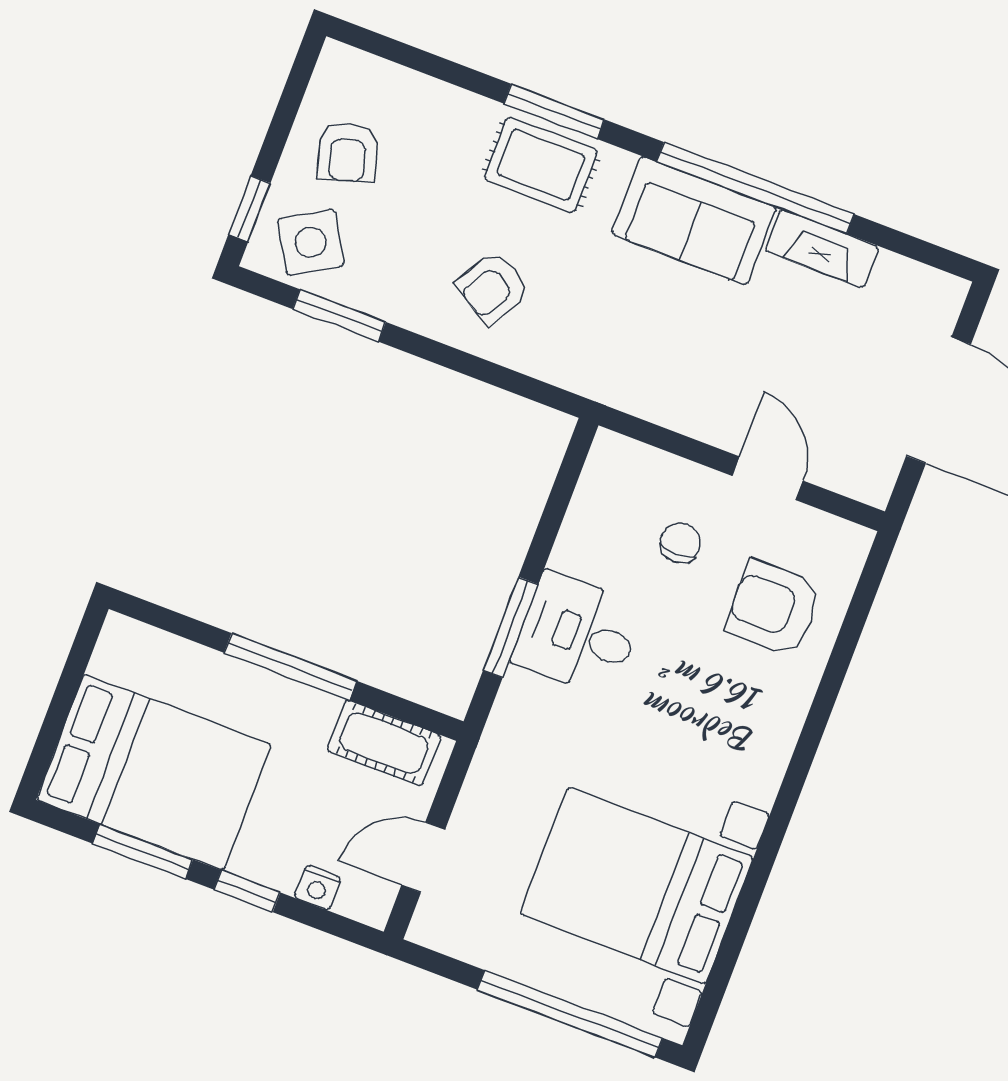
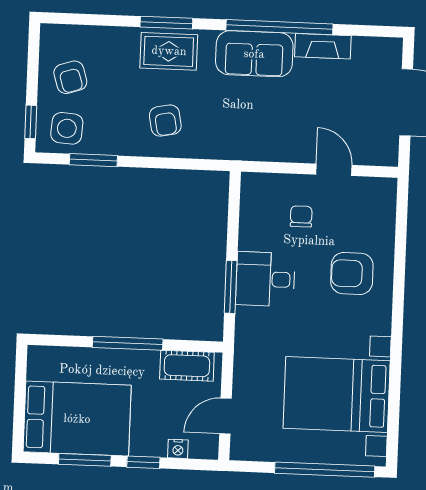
side table: (311, 242) -> (67, 128), turned 35
armchair: (493, 288) -> (165, 121), turned -41
armchair: (774, 608) -> (352, 273), moved

